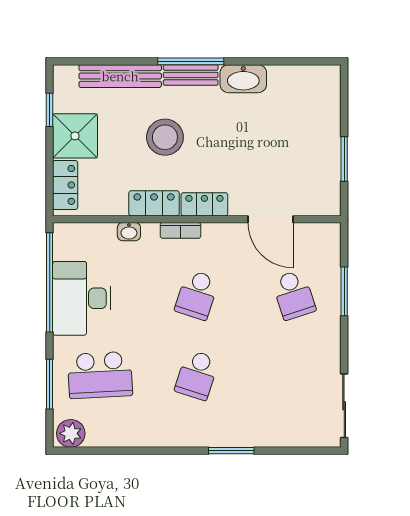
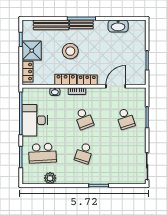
washbasin: (243, 79) -> (118, 26), moved
door: (271, 219) -> (116, 86), swing flipped
school desk: (197, 295) -> (84, 119), turned -39
plant: (71, 433) -> (50, 178), moved

